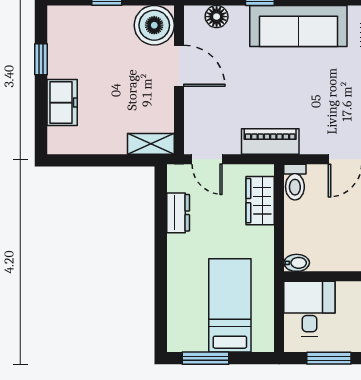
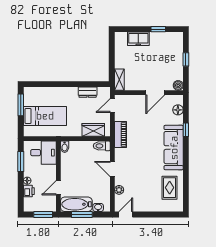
boiler: (154, 25) -> (178, 85), width x0.54, depth x0.54

